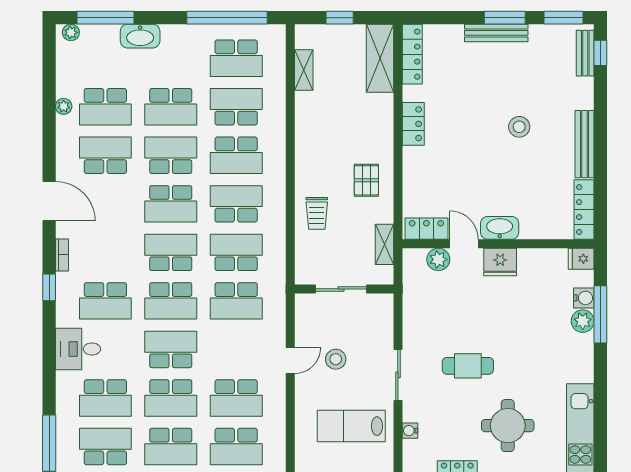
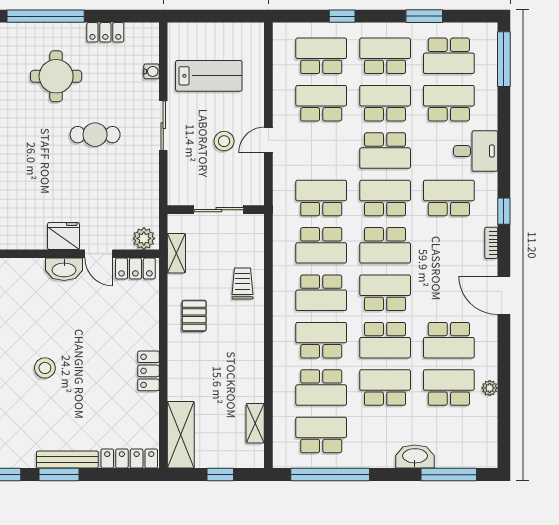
plant: (71, 32) -> (483, 460), removed
locker: (412, 54) -> (129, 459), moved, turned 90
plant: (438, 259) -> (144, 238), moved

